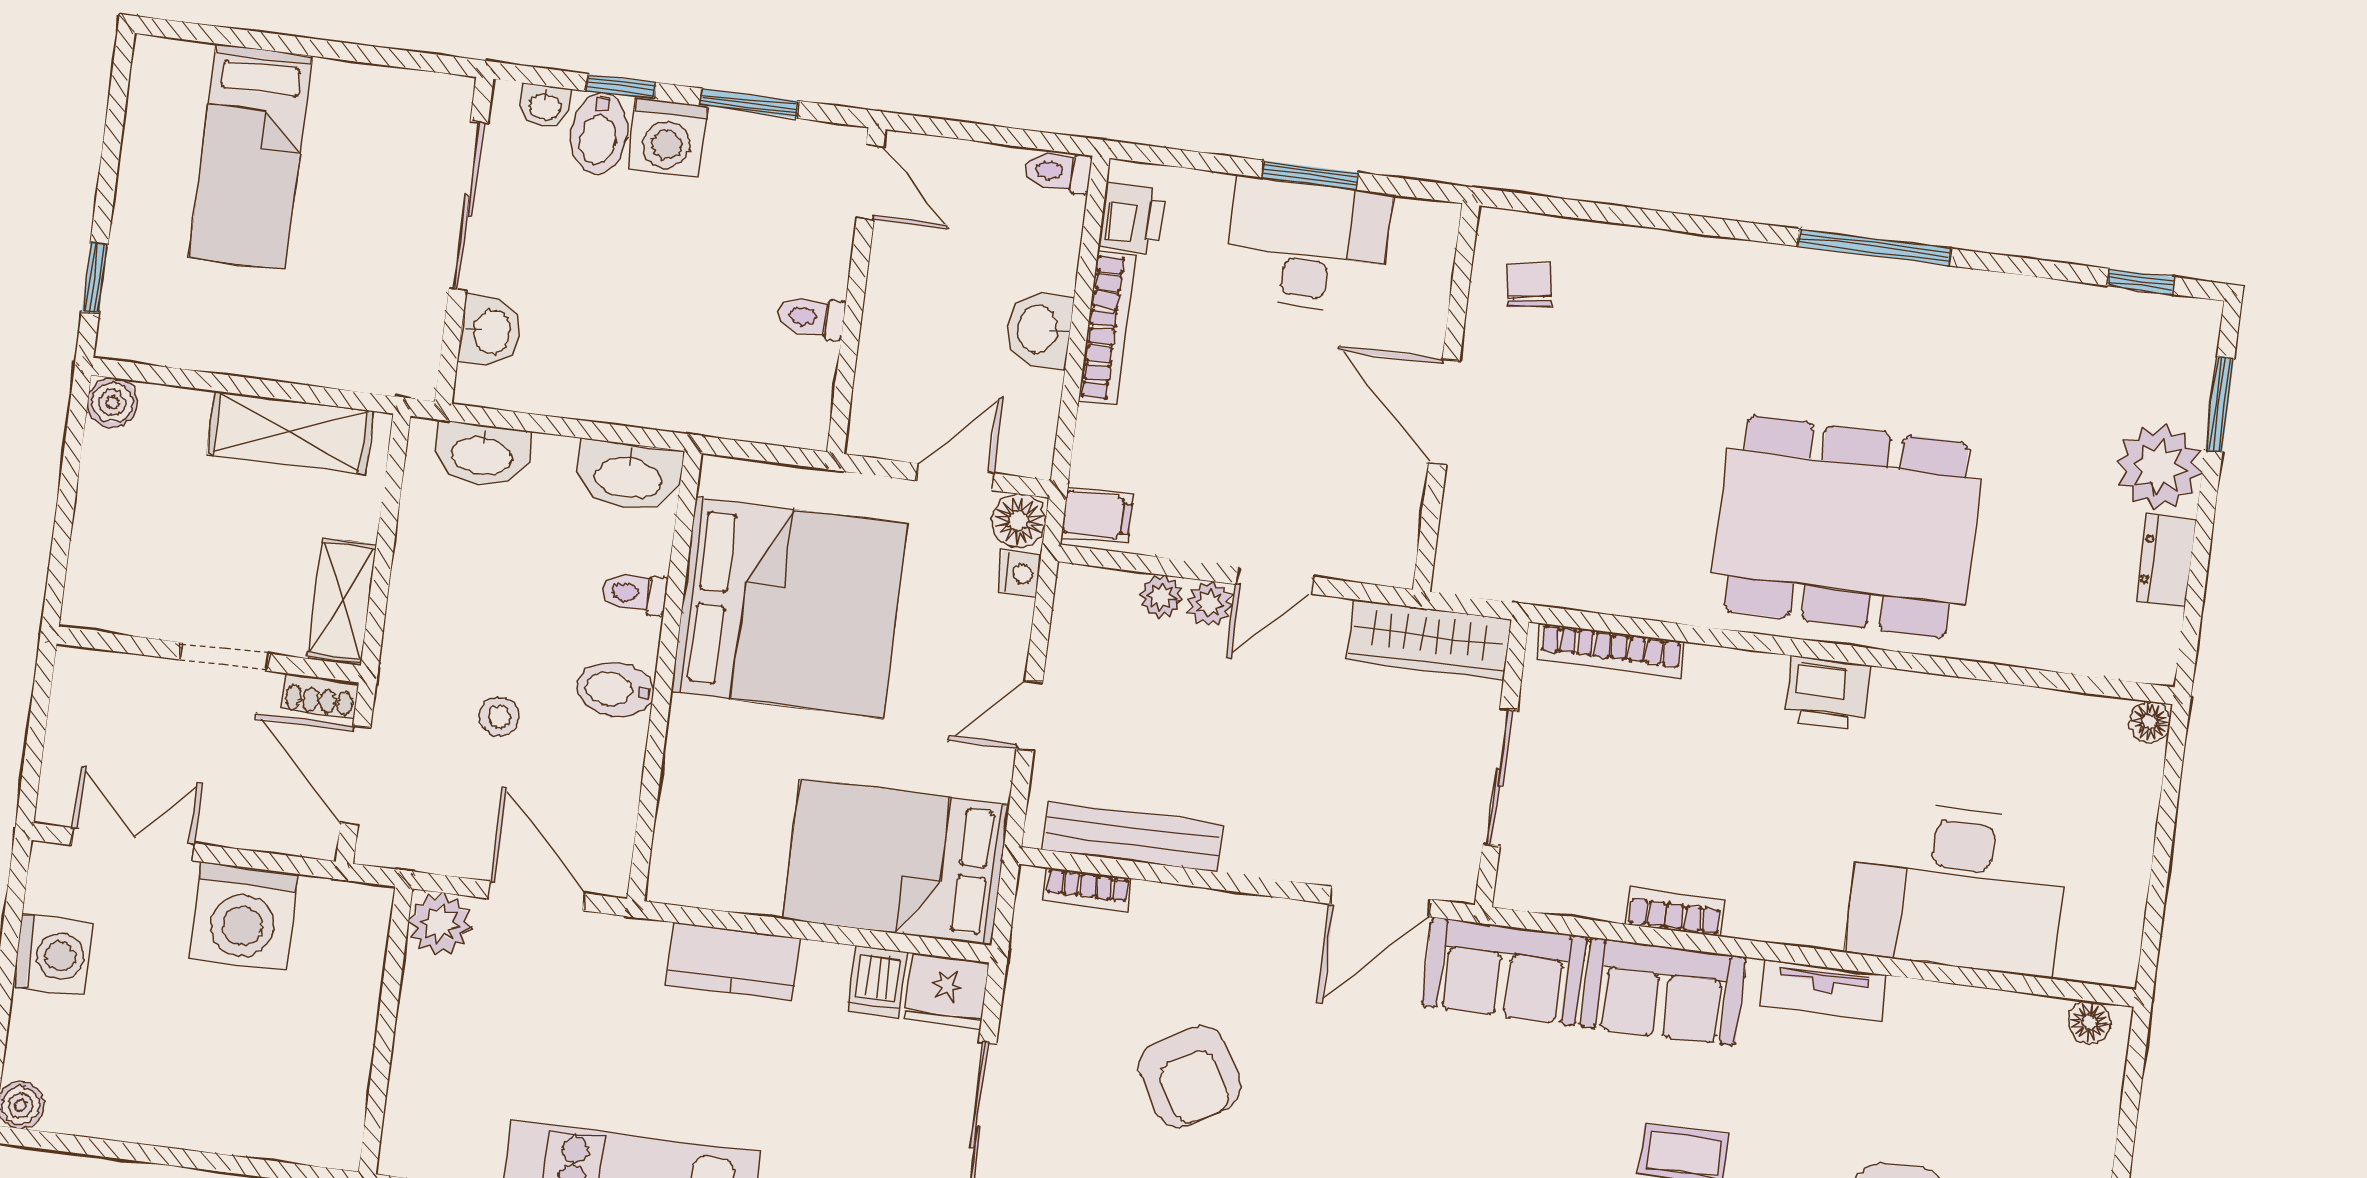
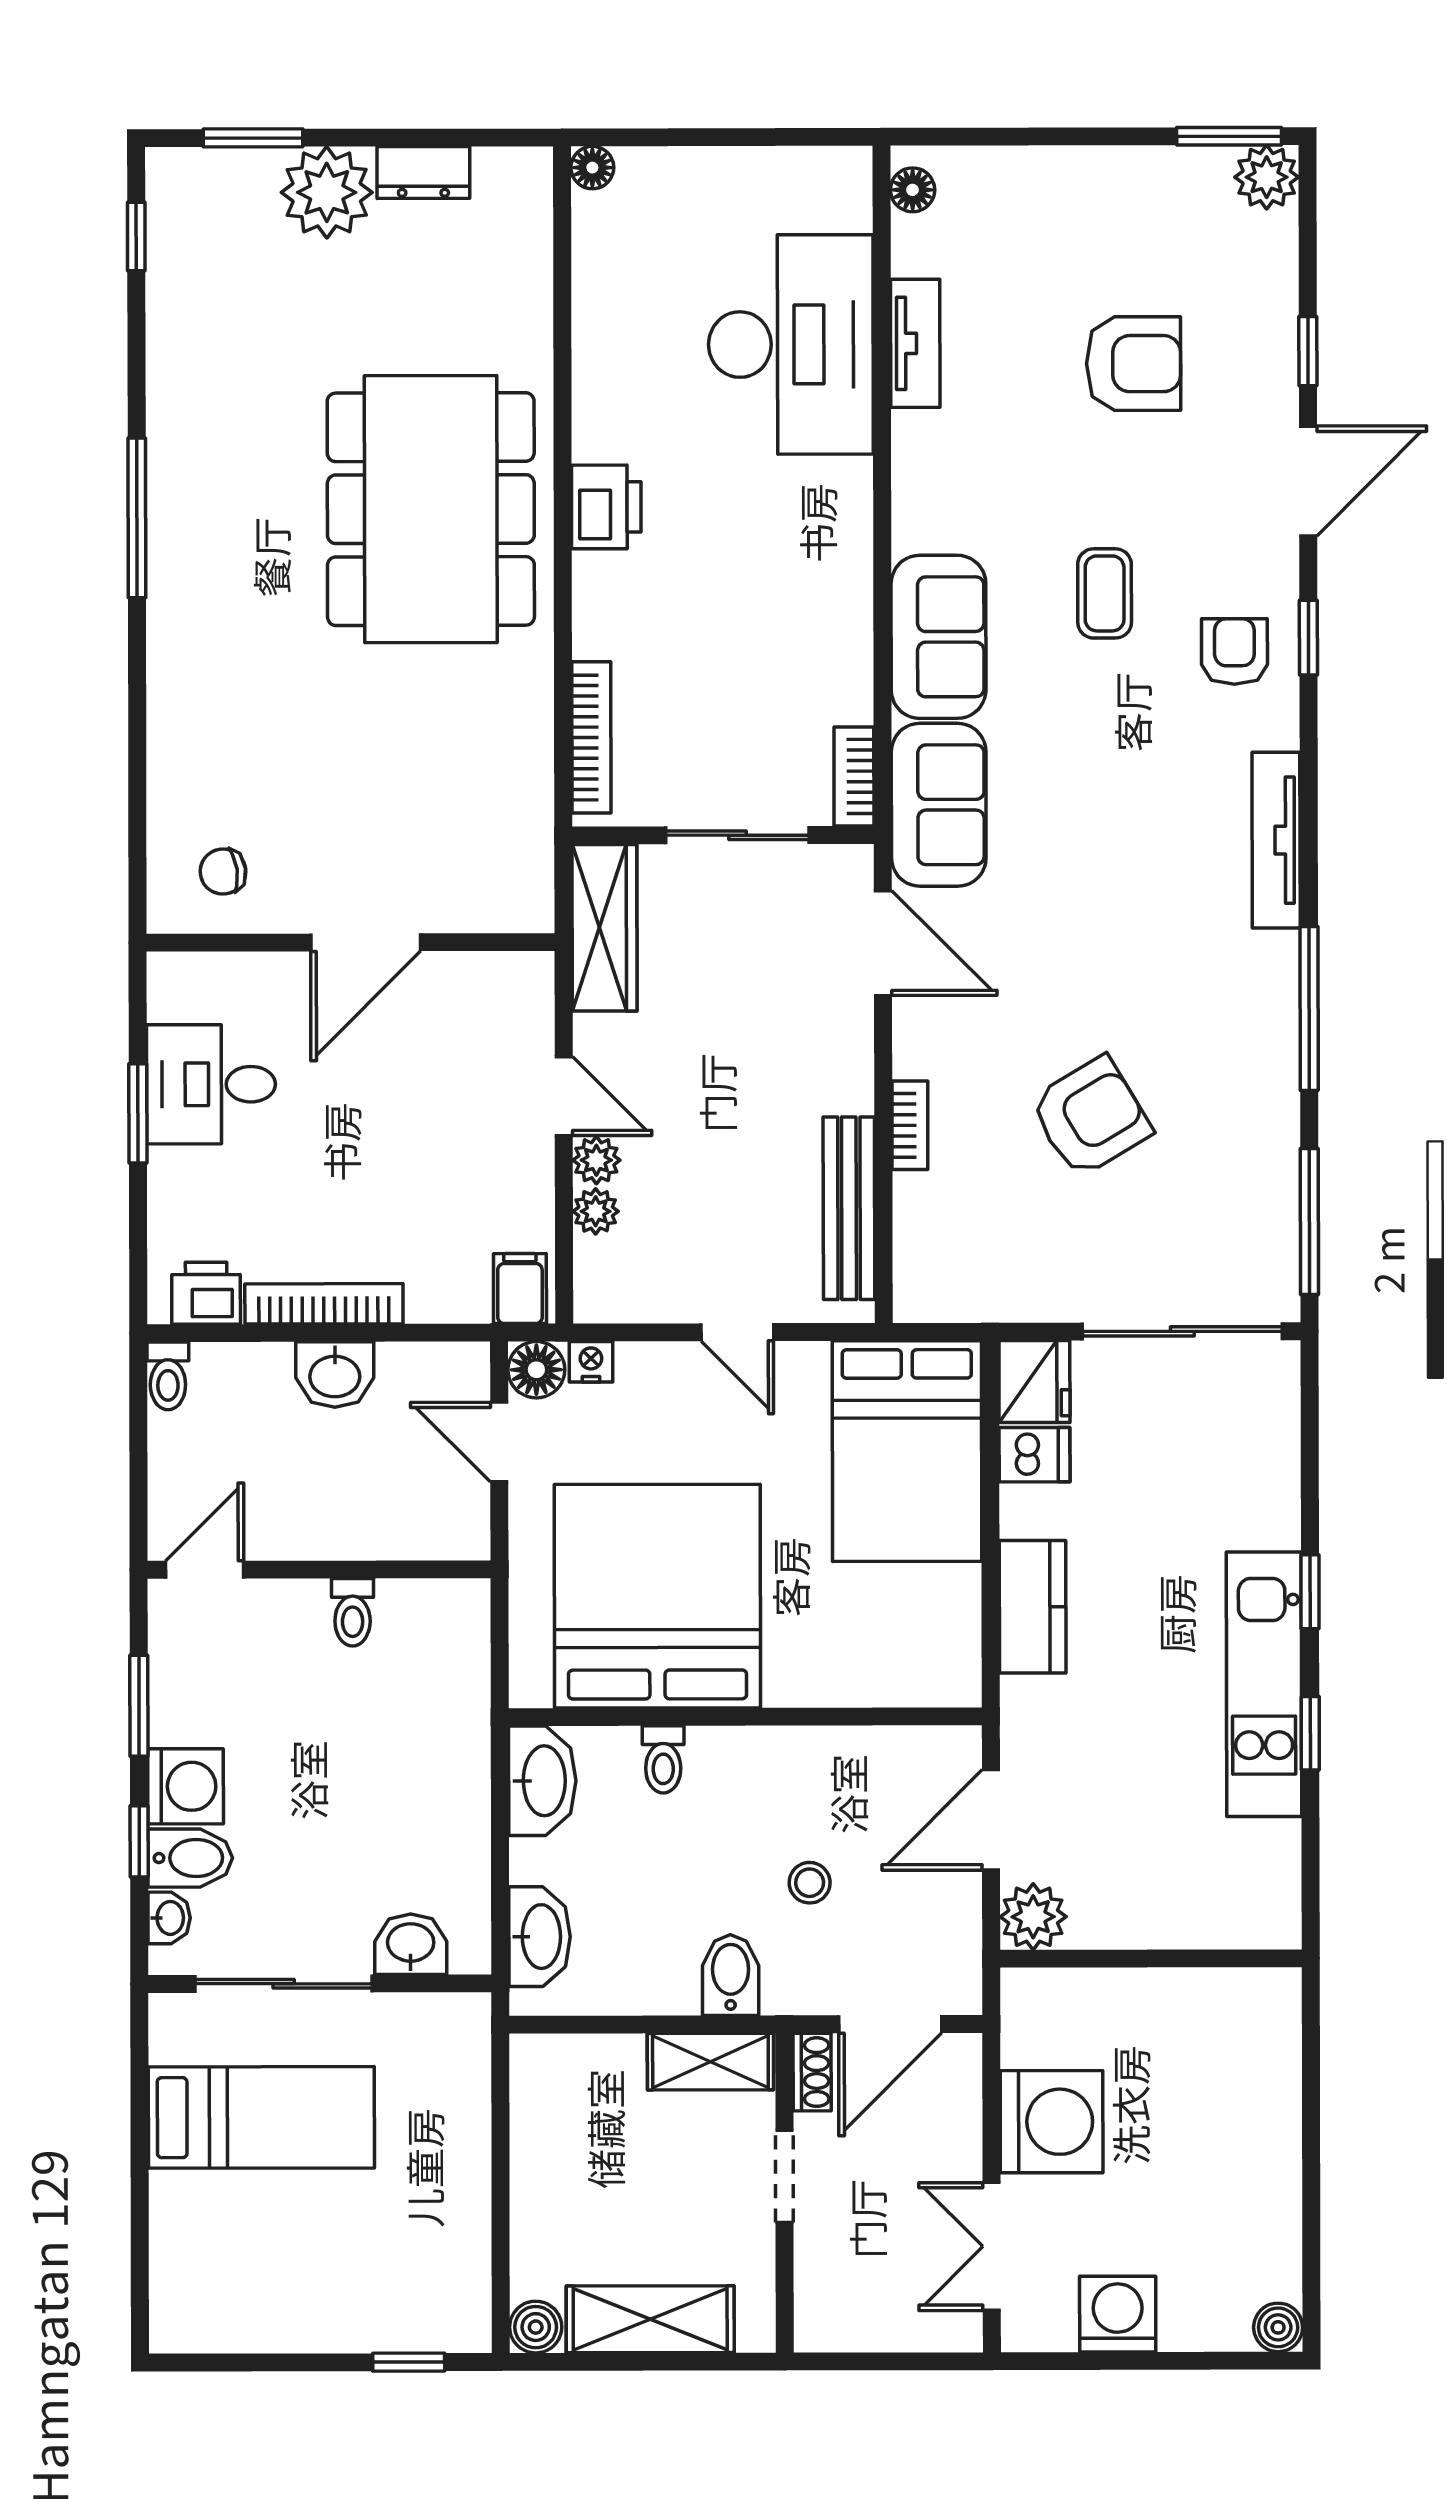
bed: (251, 157) -> (261, 2117), moved
desk: (1308, 245) -> (211, 1084), width x0.73
shelving: (290, 433) -> (650, 2319), moved, turned 90
bidet: (615, 690) -> (731, 1975), moved, turned 180
bookcase: (1087, 890) -> (910, 1125), moved
bookcase: (1675, 912) -> (854, 777), moved
tv unit: (1823, 990) -> (915, 343), moved

